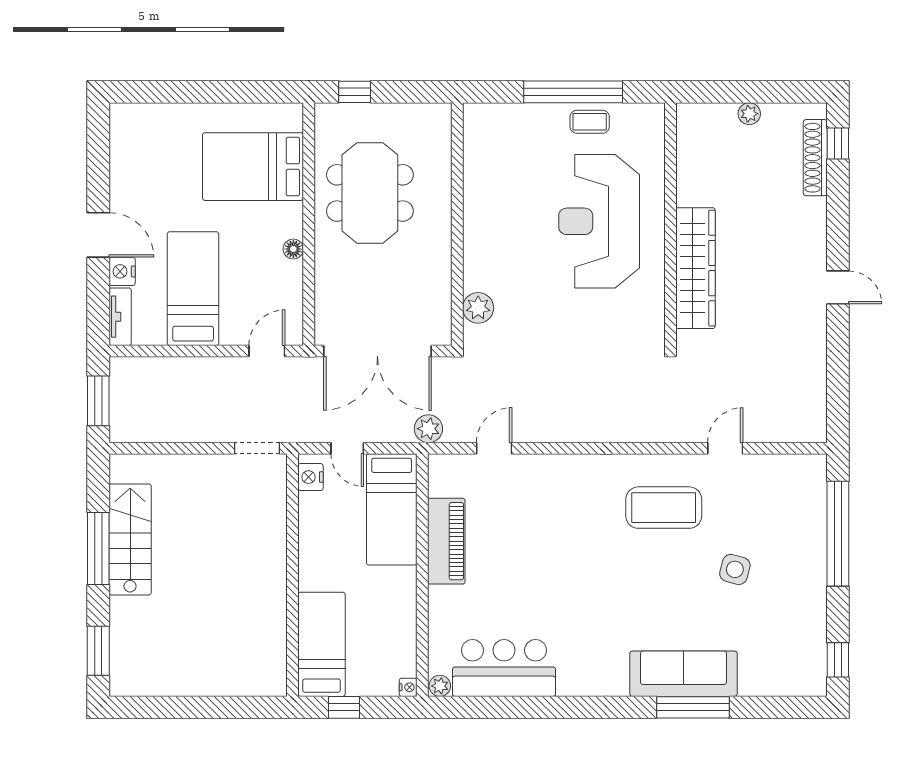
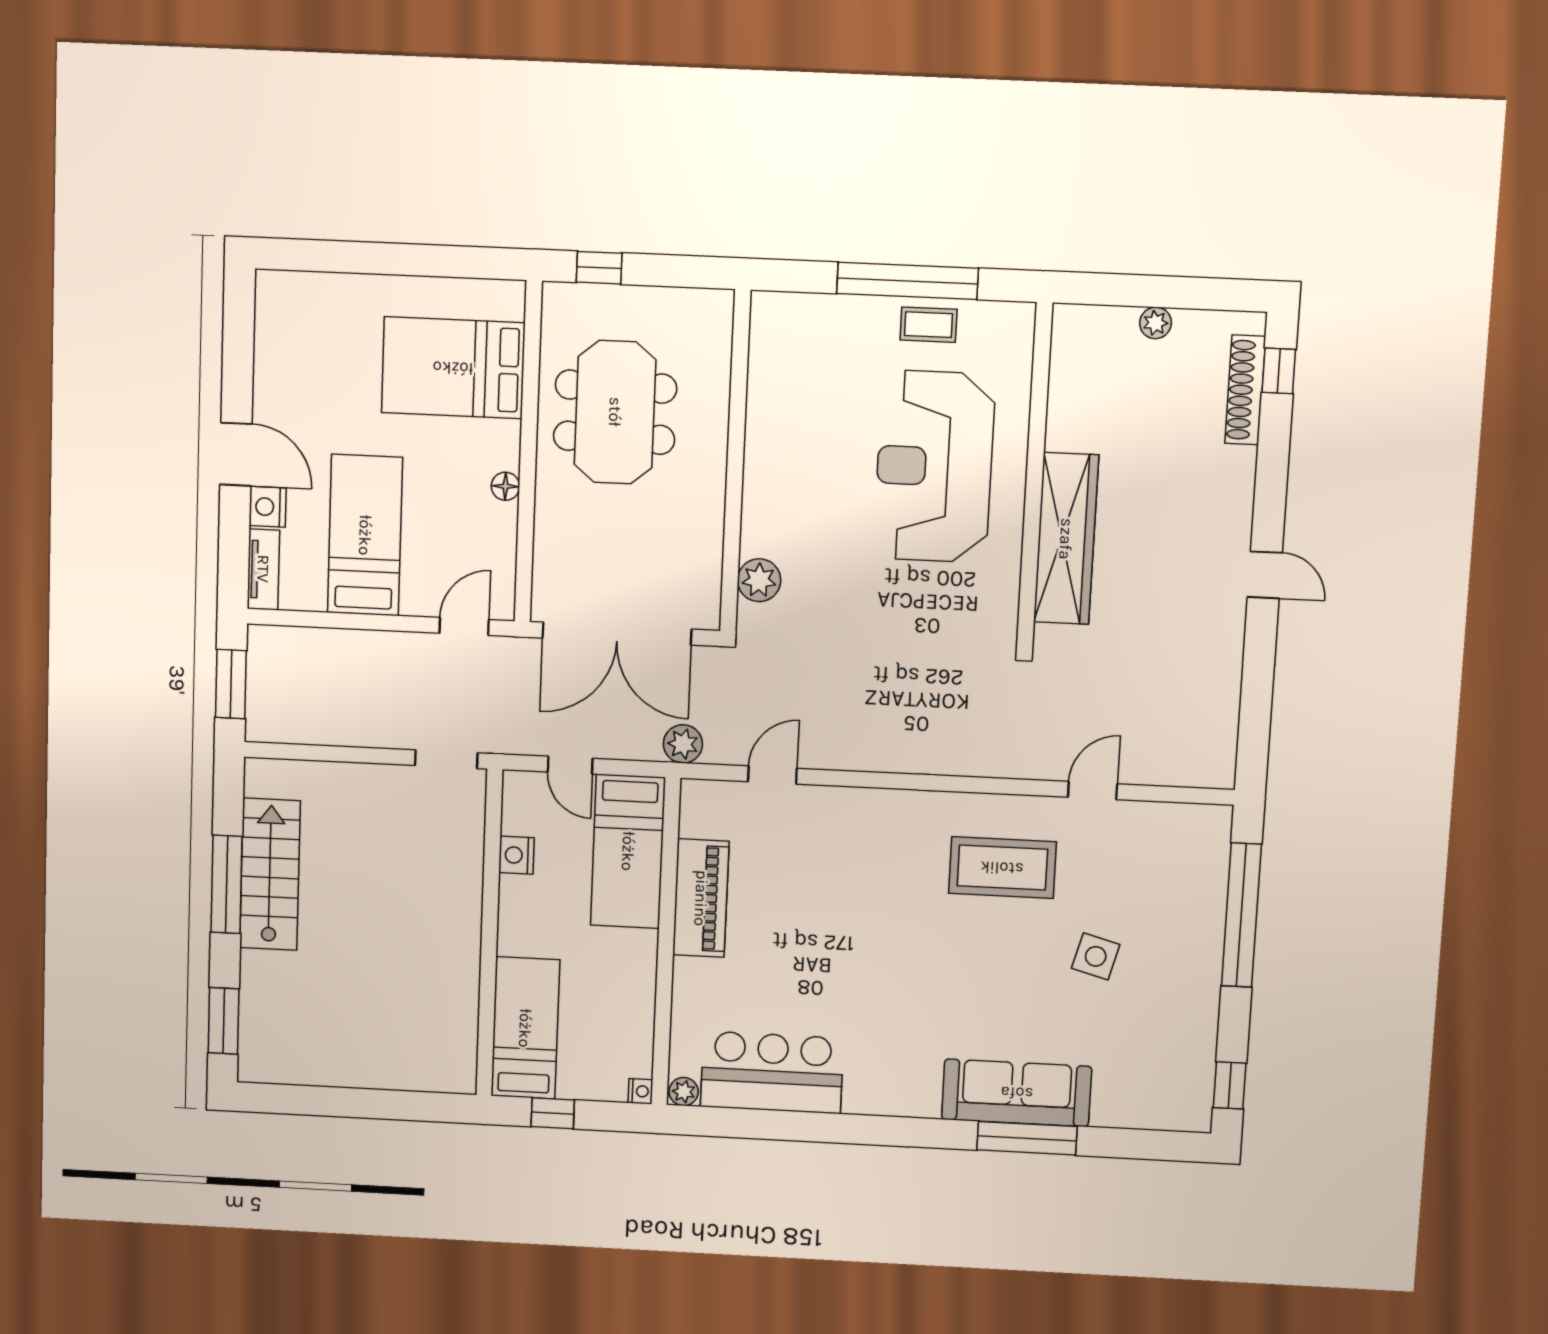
nightstand: (310, 477) -> (516, 855), moved

